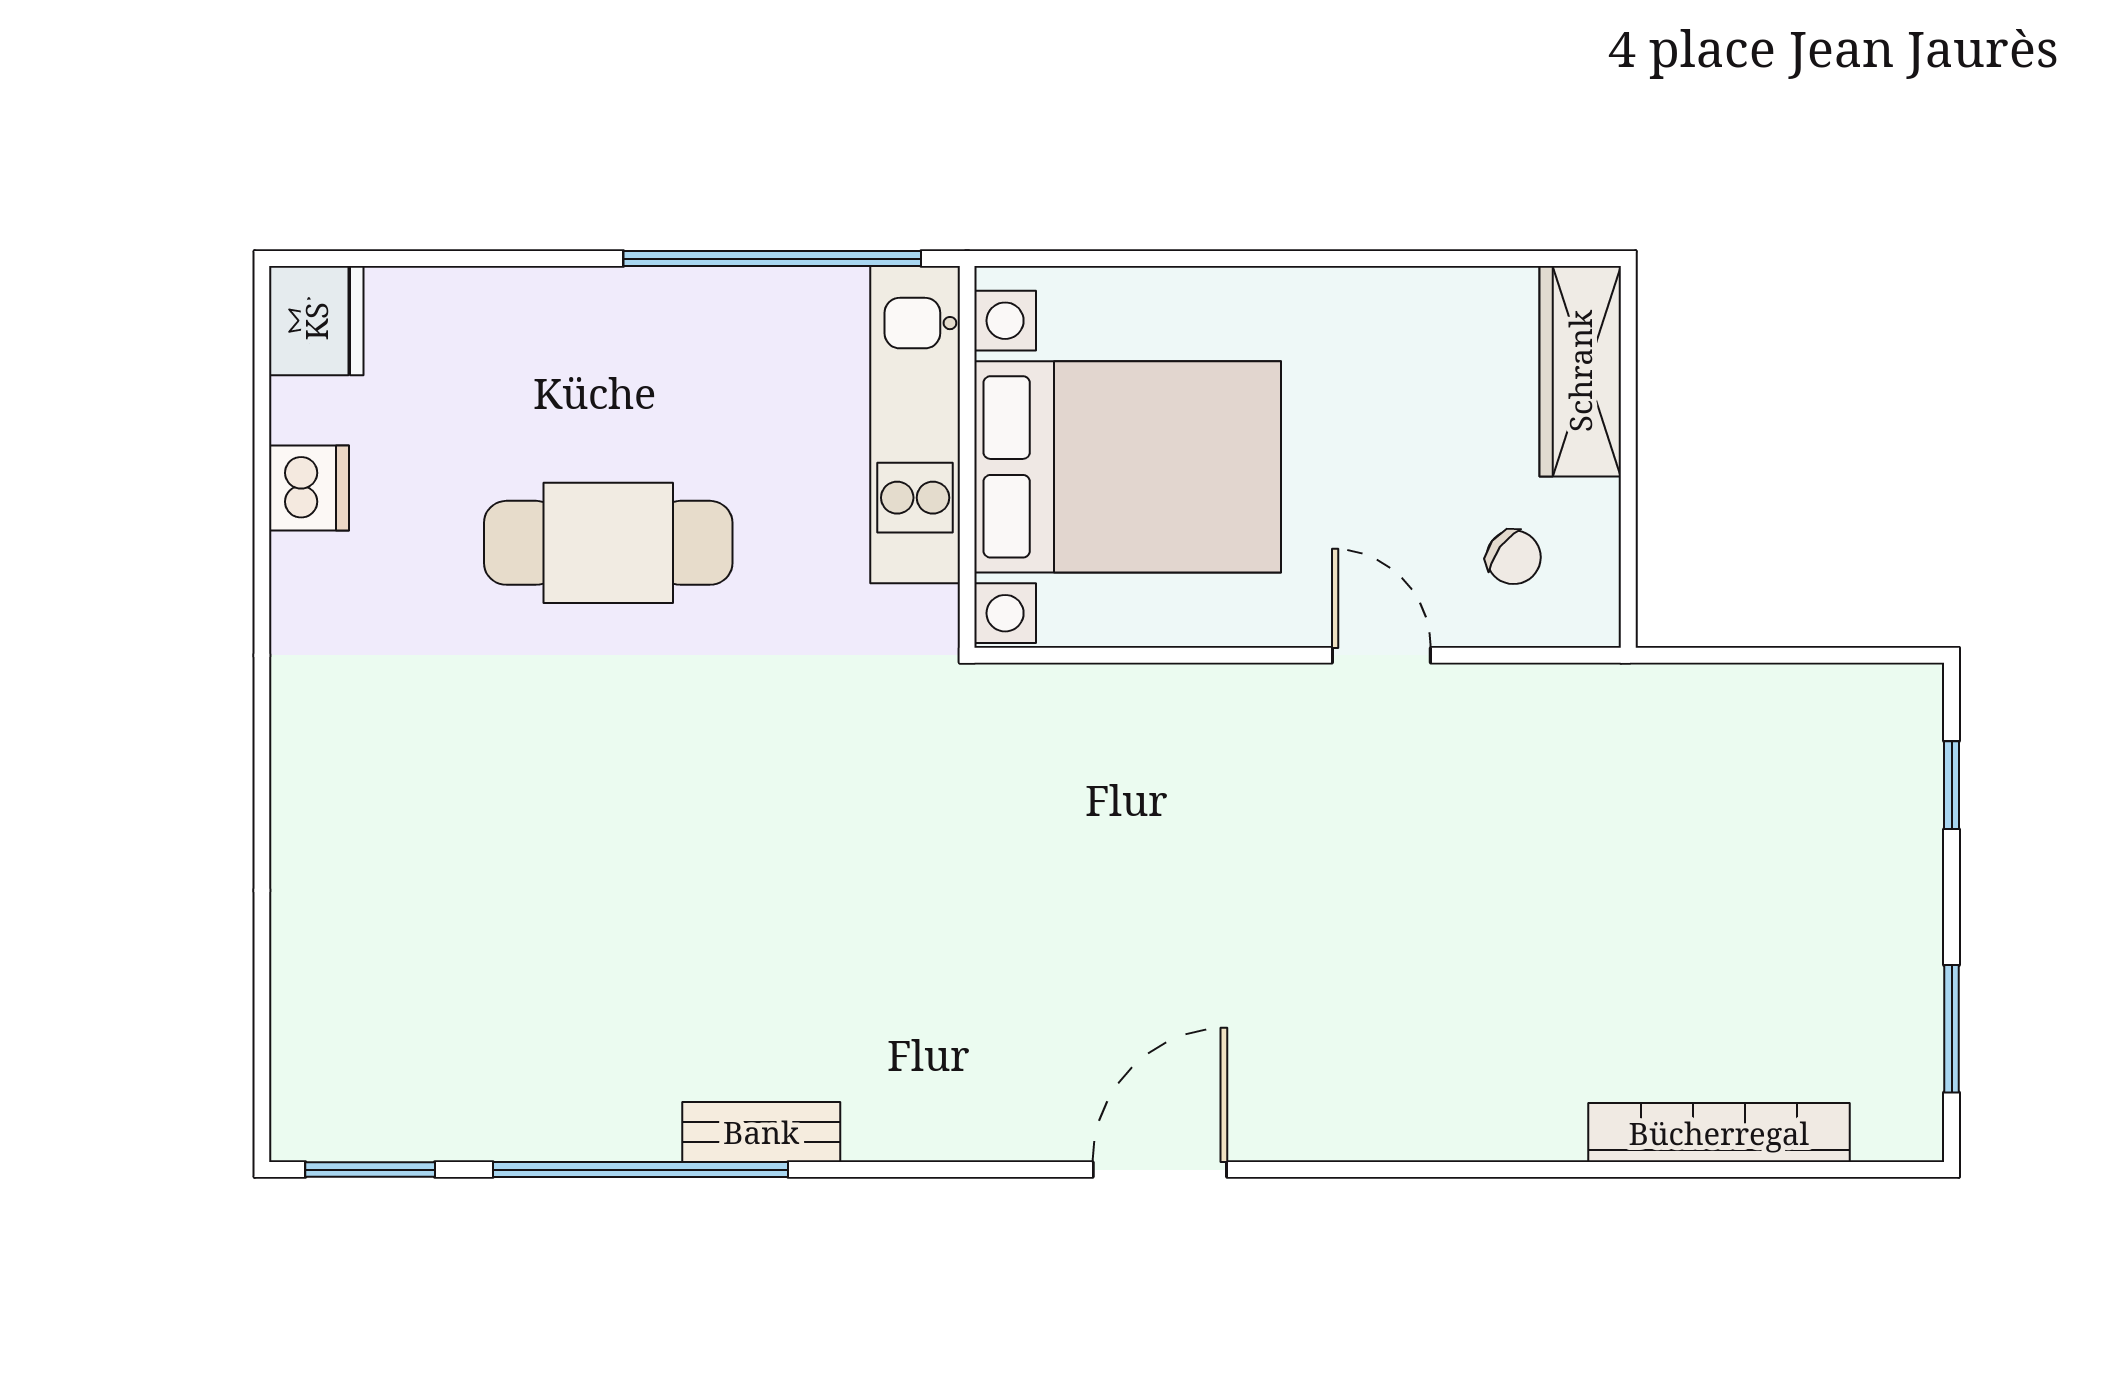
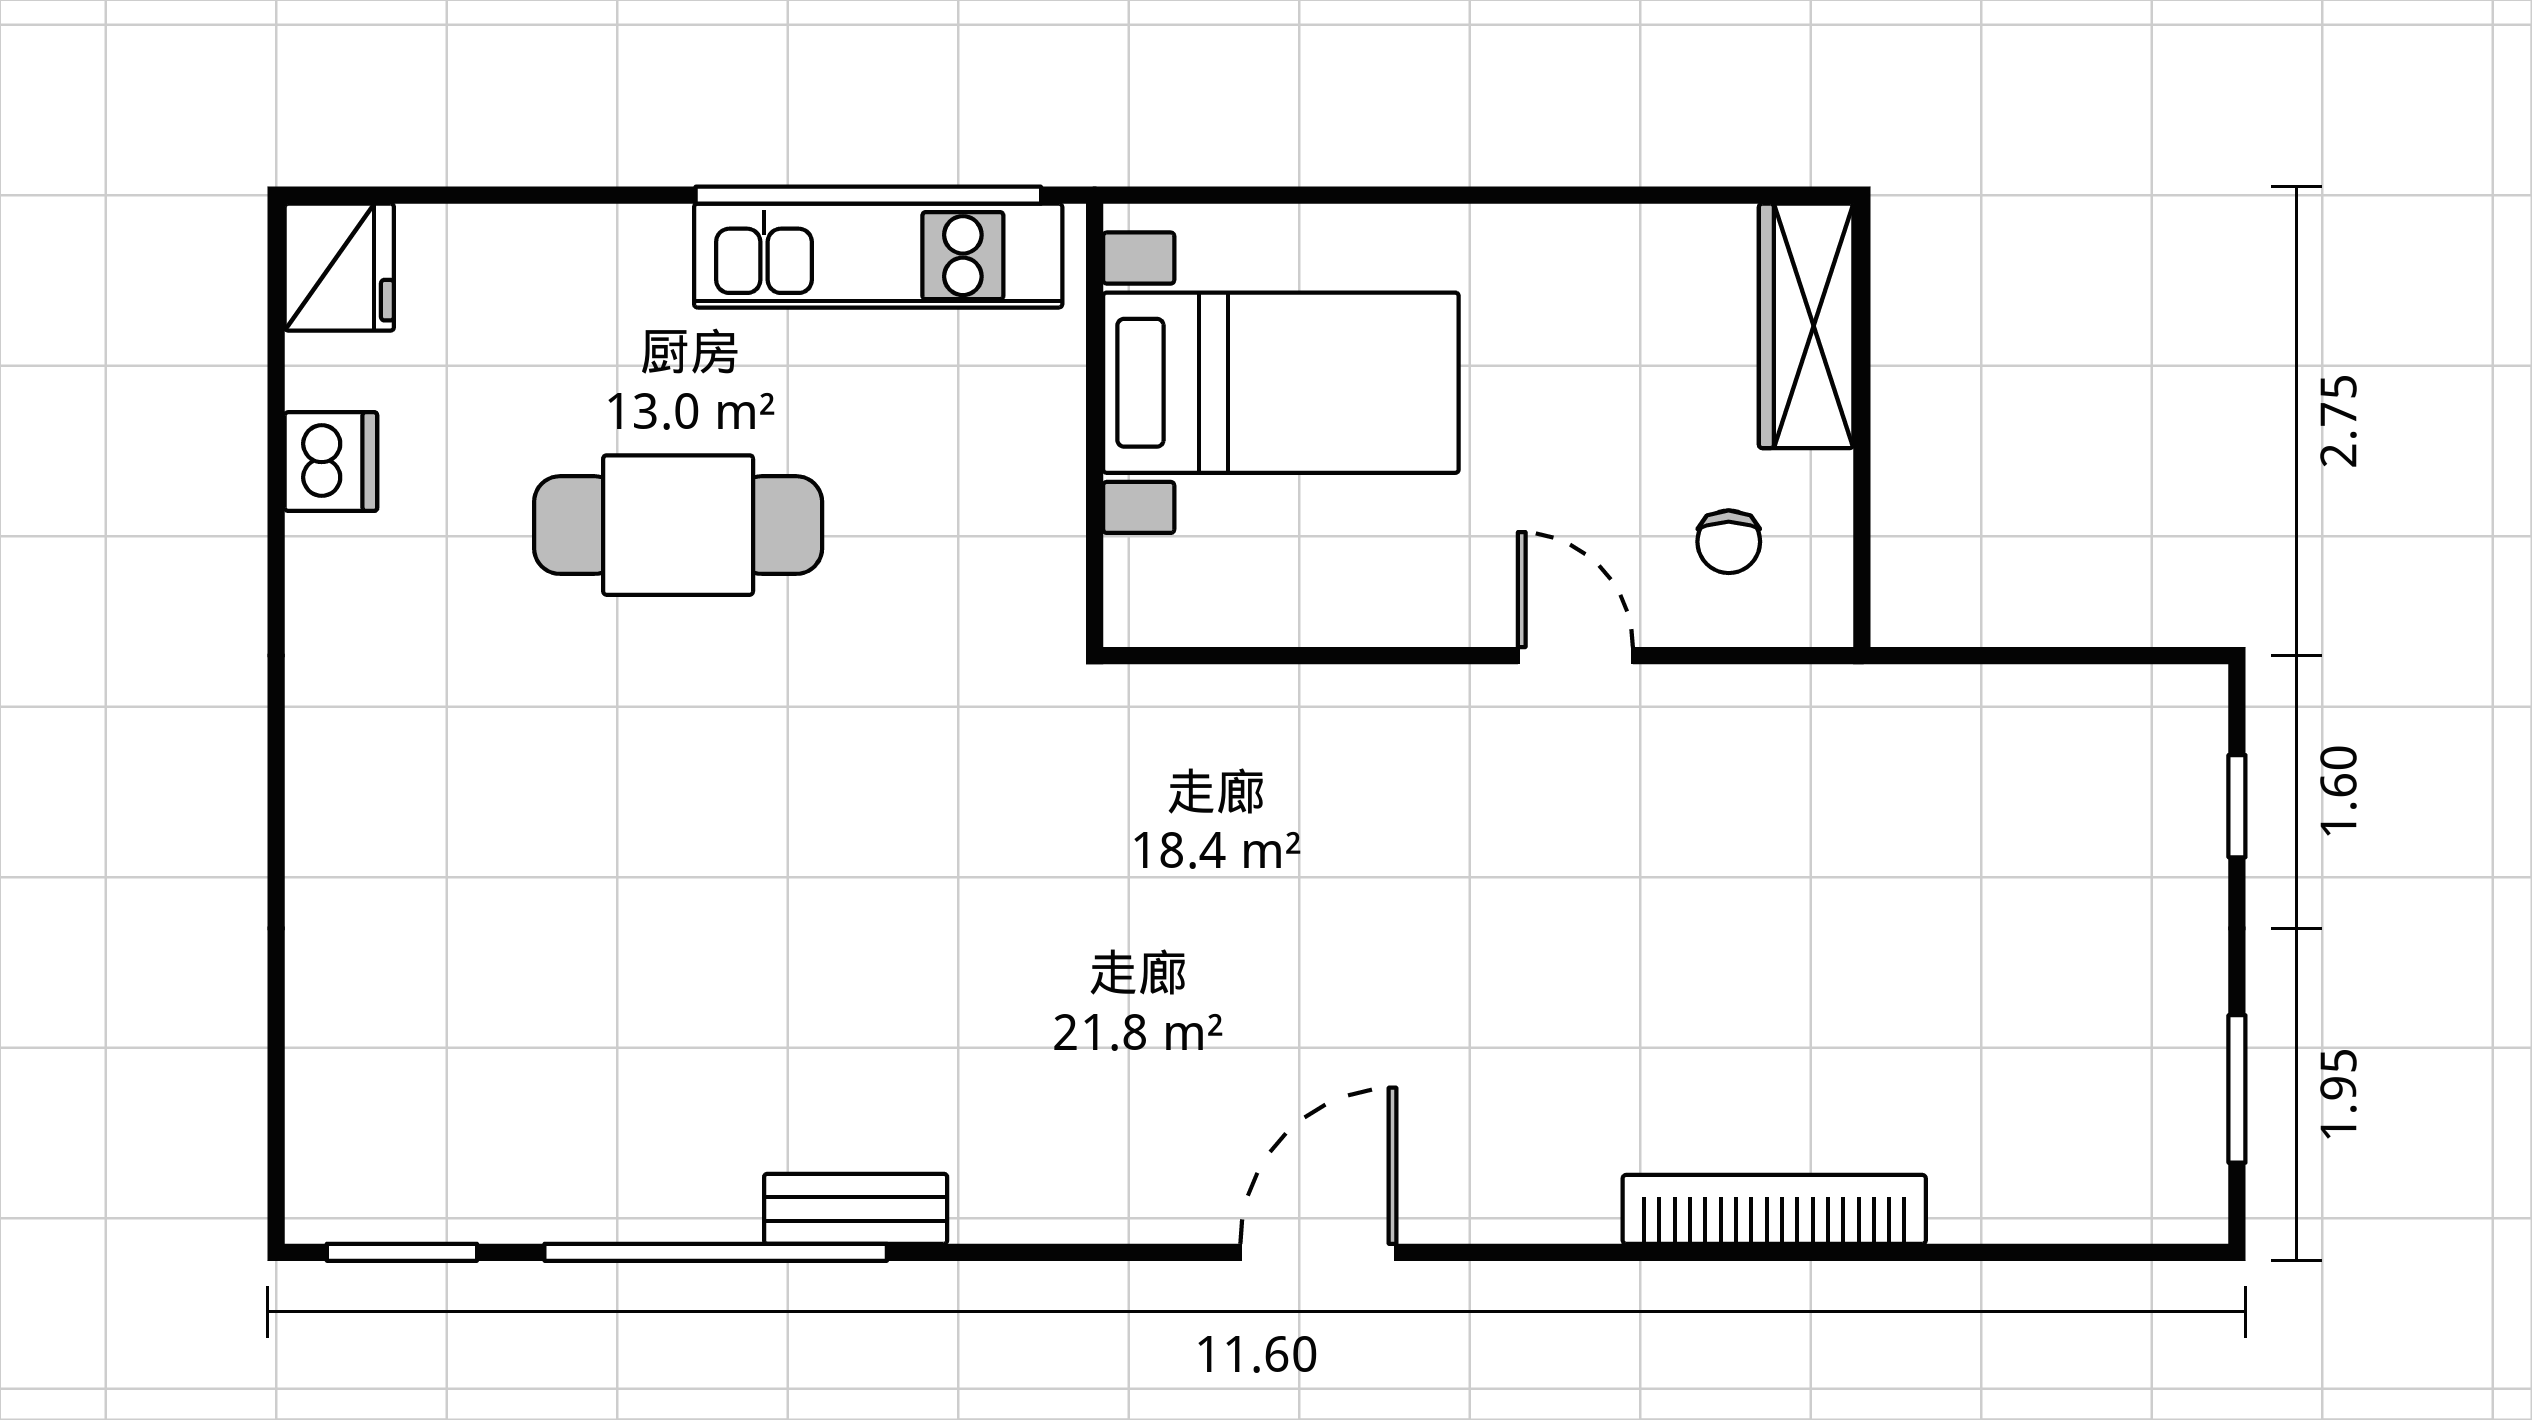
kitchen unit: (915, 425) -> (878, 256), moved, turned -90
bed with nightstands: (1128, 467) -> (1281, 383), width x0.73
chair: (1514, 557) -> (1729, 542), turned 53
bookcase: (1719, 1133) -> (1774, 1209), moved

